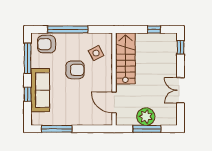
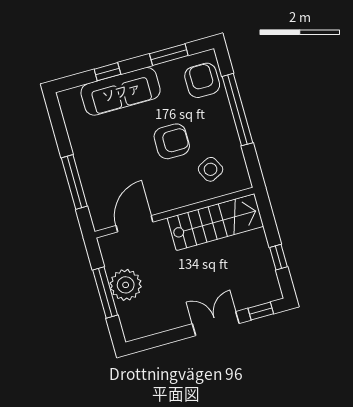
window: (28, 58) -> (169, 55), width x0.69
armchair: (75, 70) -> (172, 141), turned -90
double door: (181, 90) -> (216, 324), moved
window: (57, 129) -> (74, 182), moved

